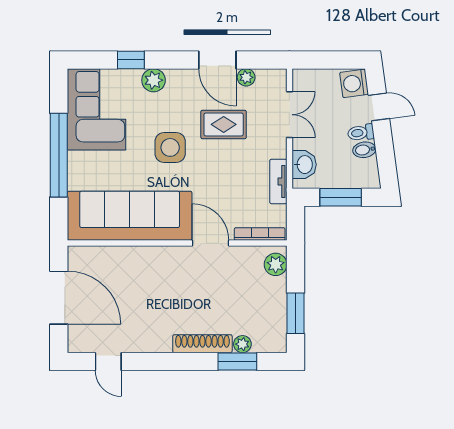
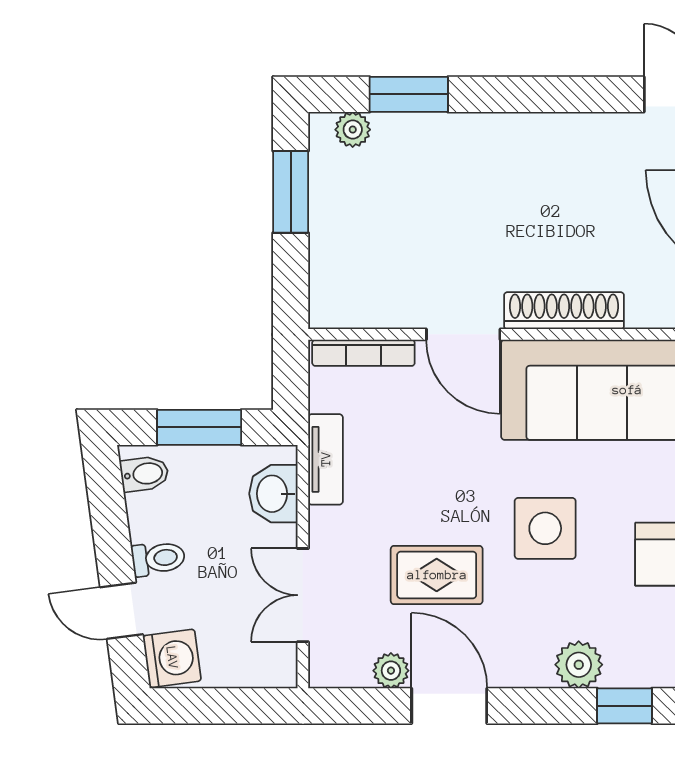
bidet: (364, 150) -> (144, 474), moved
plant: (276, 264) -> (331, 291), removed
shoe rack: (202, 344) -> (564, 311), moved, turned 180
plant: (242, 344) -> (353, 130), moved

